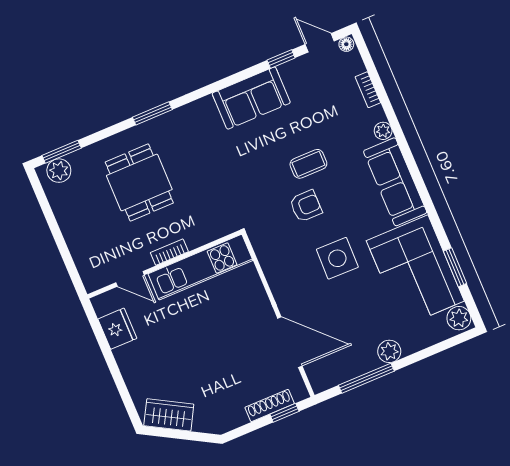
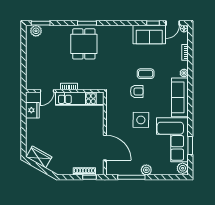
door: (320, 43) -> (173, 23), swing flipped
sofa: (251, 98) -> (149, 35), moved
dining table: (139, 182) -> (84, 44), moved
door: (130, 279) -> (47, 91), hinge flipped

